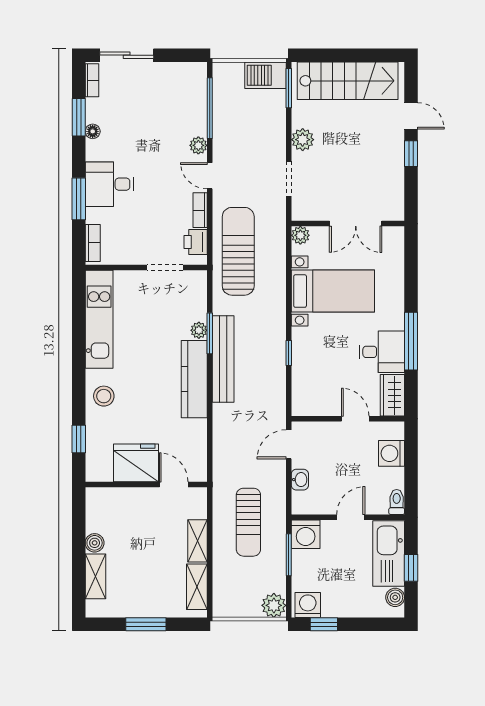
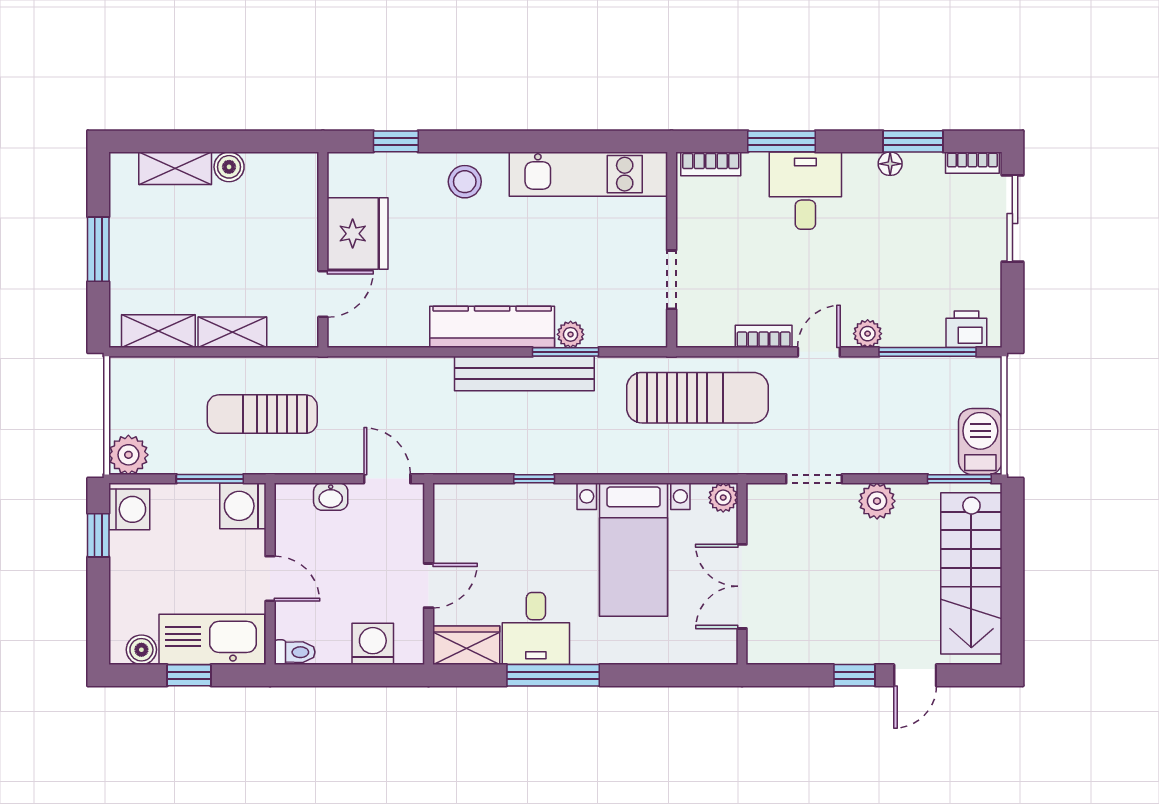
printer: (196, 242) -> (966, 329), moved

